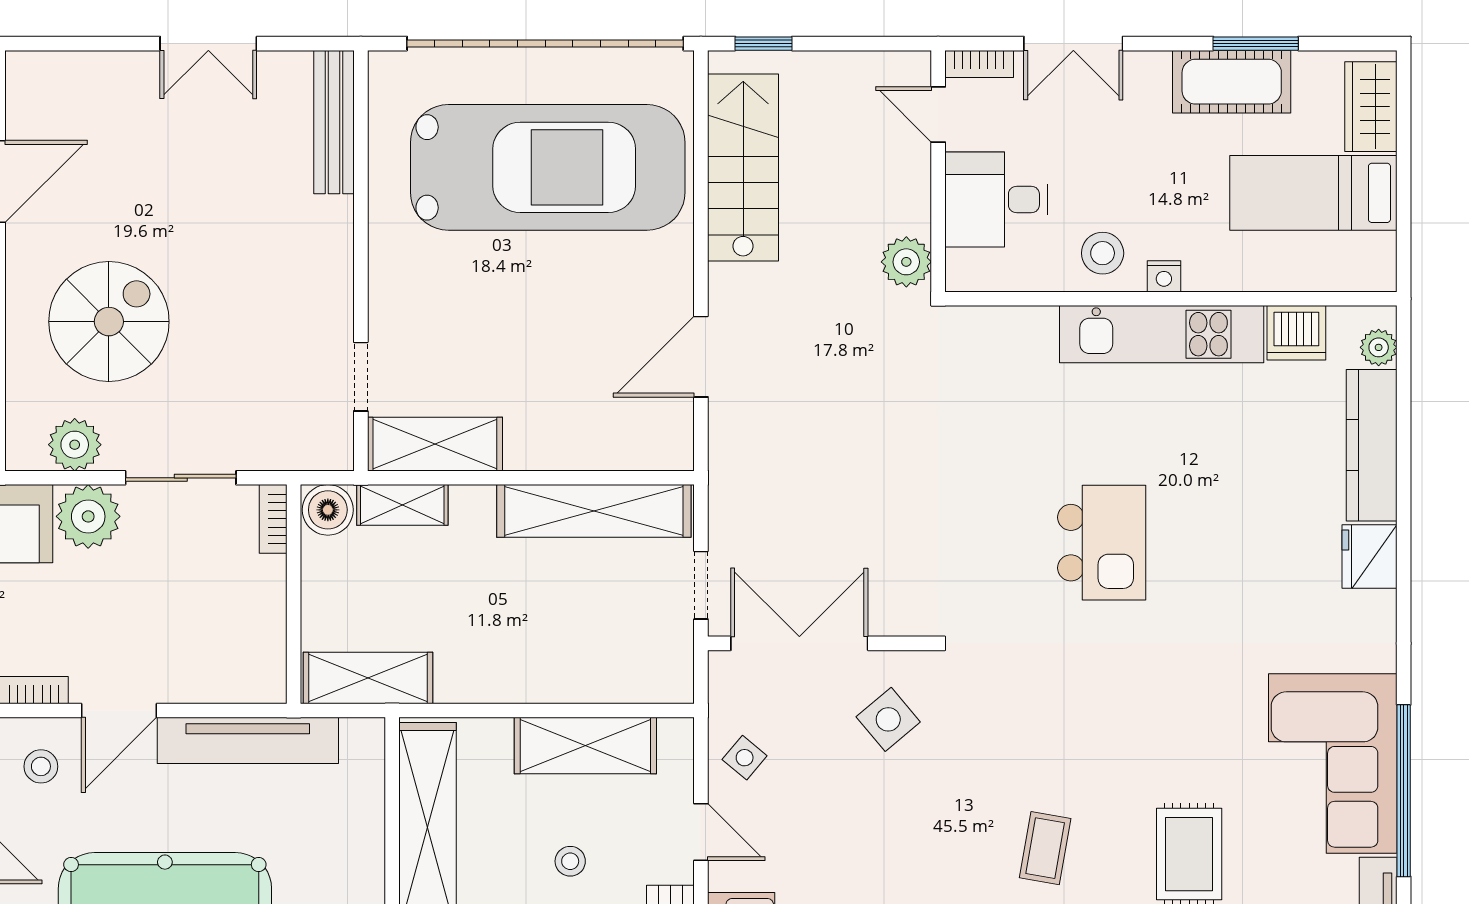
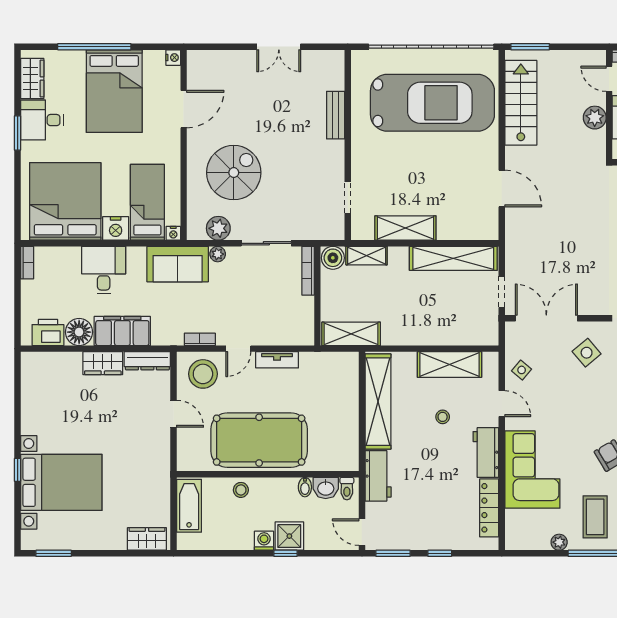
window: (764, 44) -> (530, 47), width x1.50
bench: (334, 122) -> (336, 115), moved, width x0.73
plant: (906, 262) -> (595, 118), moved
door: (701, 357) -> (502, 188), swing flipped
shelving: (435, 444) -> (405, 228), moved
plant: (88, 516) -> (218, 254), width x0.53, depth x0.53
bookcase: (273, 519) -> (308, 271), width x1.56
door: (119, 711) -> (238, 349), width x0.73
tv unit: (248, 740) -> (277, 360), width x0.52, depth x0.78
stool: (41, 766) -> (203, 374), width x1.89, depth x1.89

